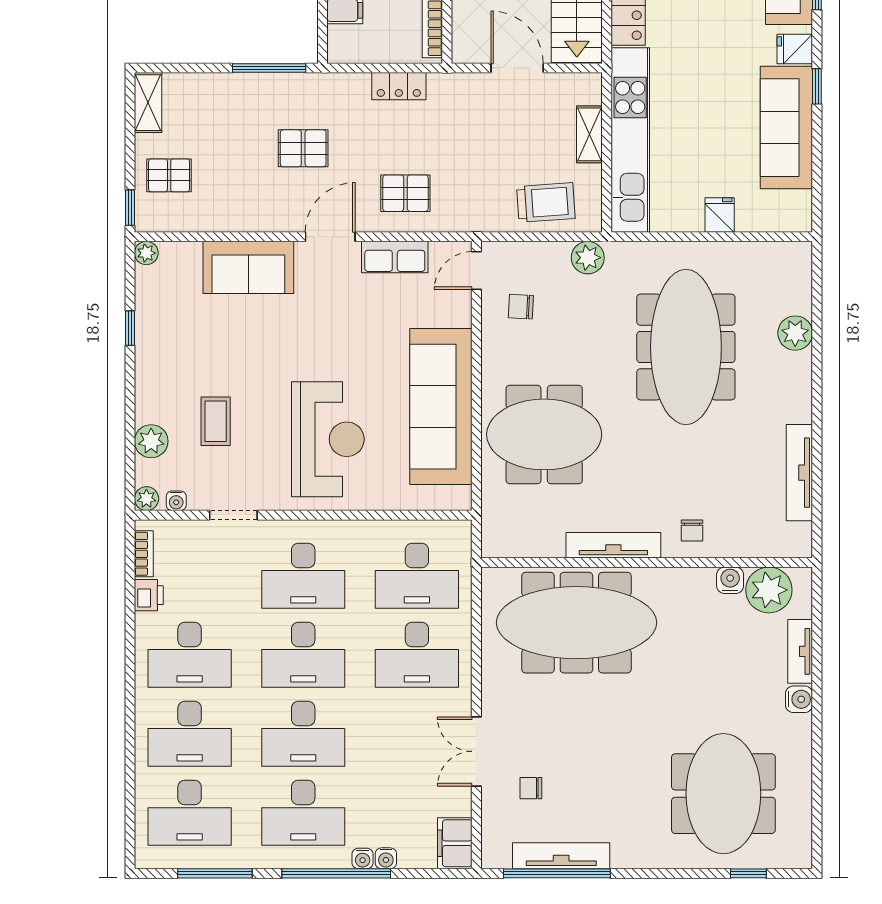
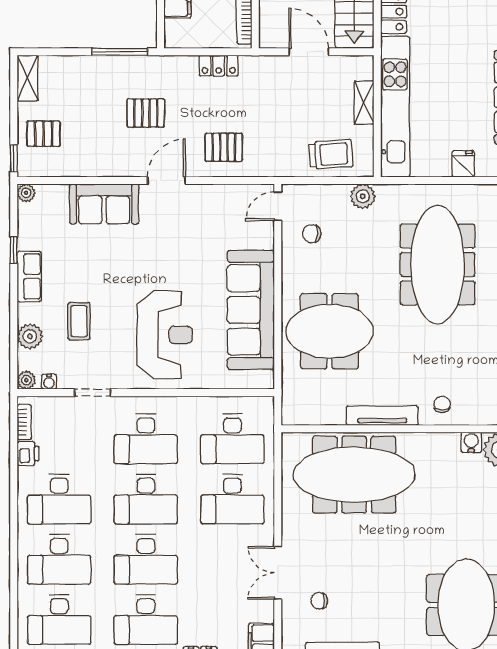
row of seats: (395, 257) -> (29, 276), moved, turned -90
chair: (692, 531) -> (442, 404), turned 180

